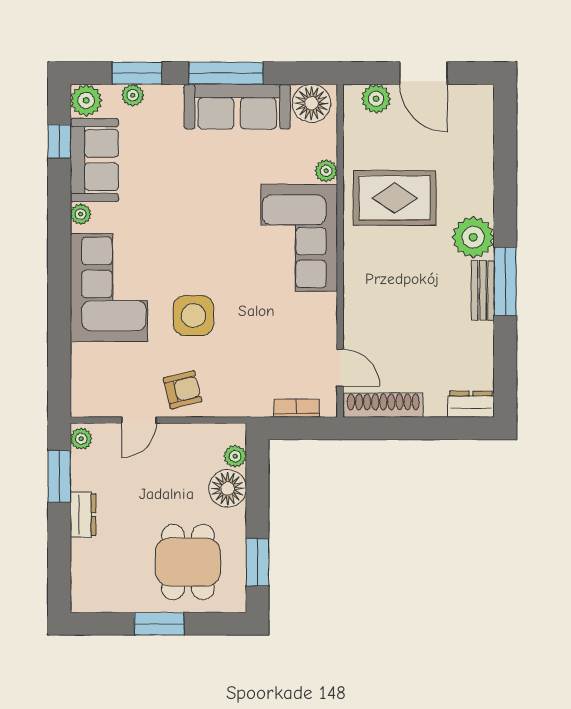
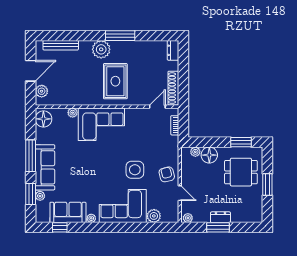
plant: (86, 100) -> (154, 216), moved
sofa: (237, 107) -> (45, 167), moved
rug: (395, 198) -> (115, 81), moved
bench: (483, 290) -> (61, 45), moved, width x1.36
window: (59, 476) -> (218, 227), moved

